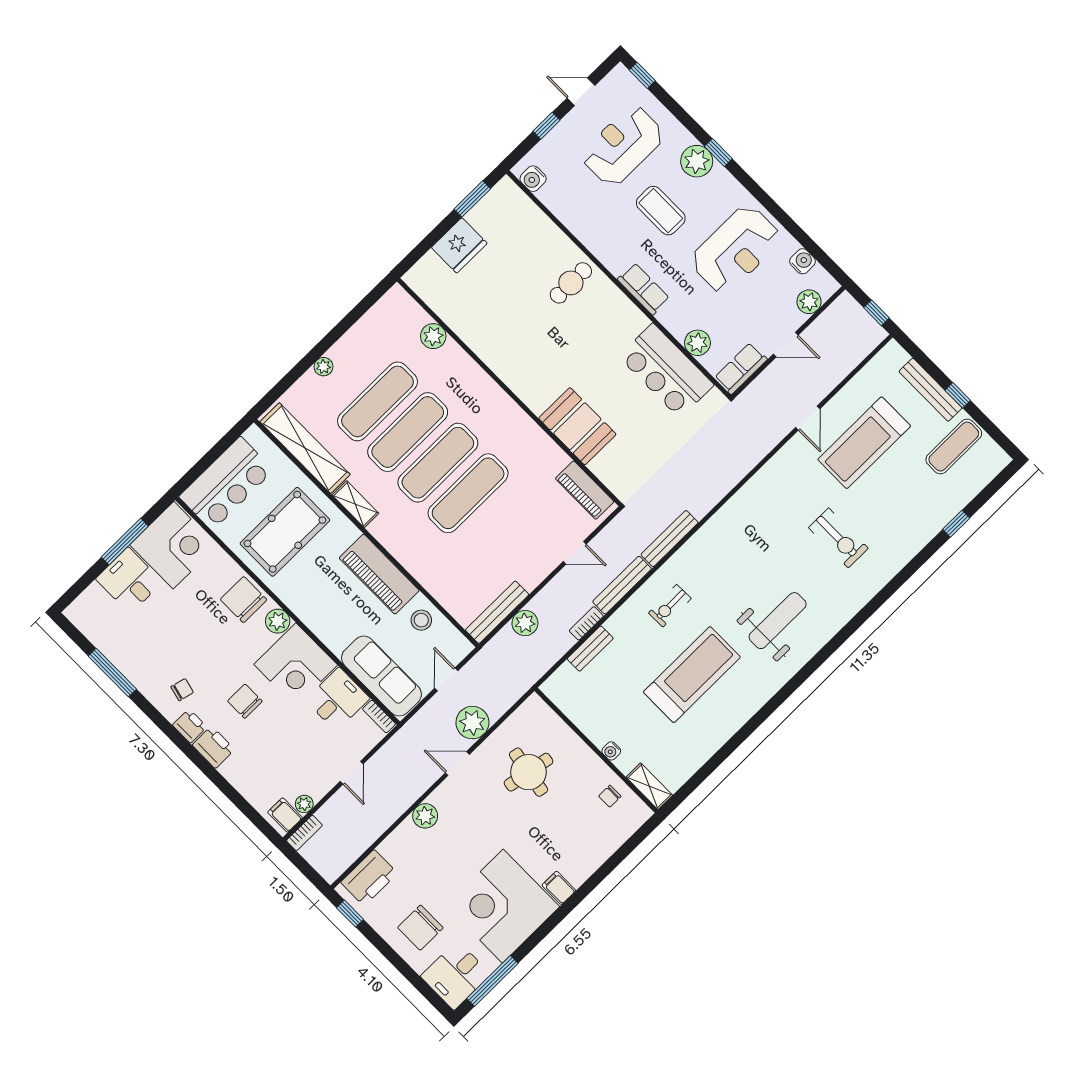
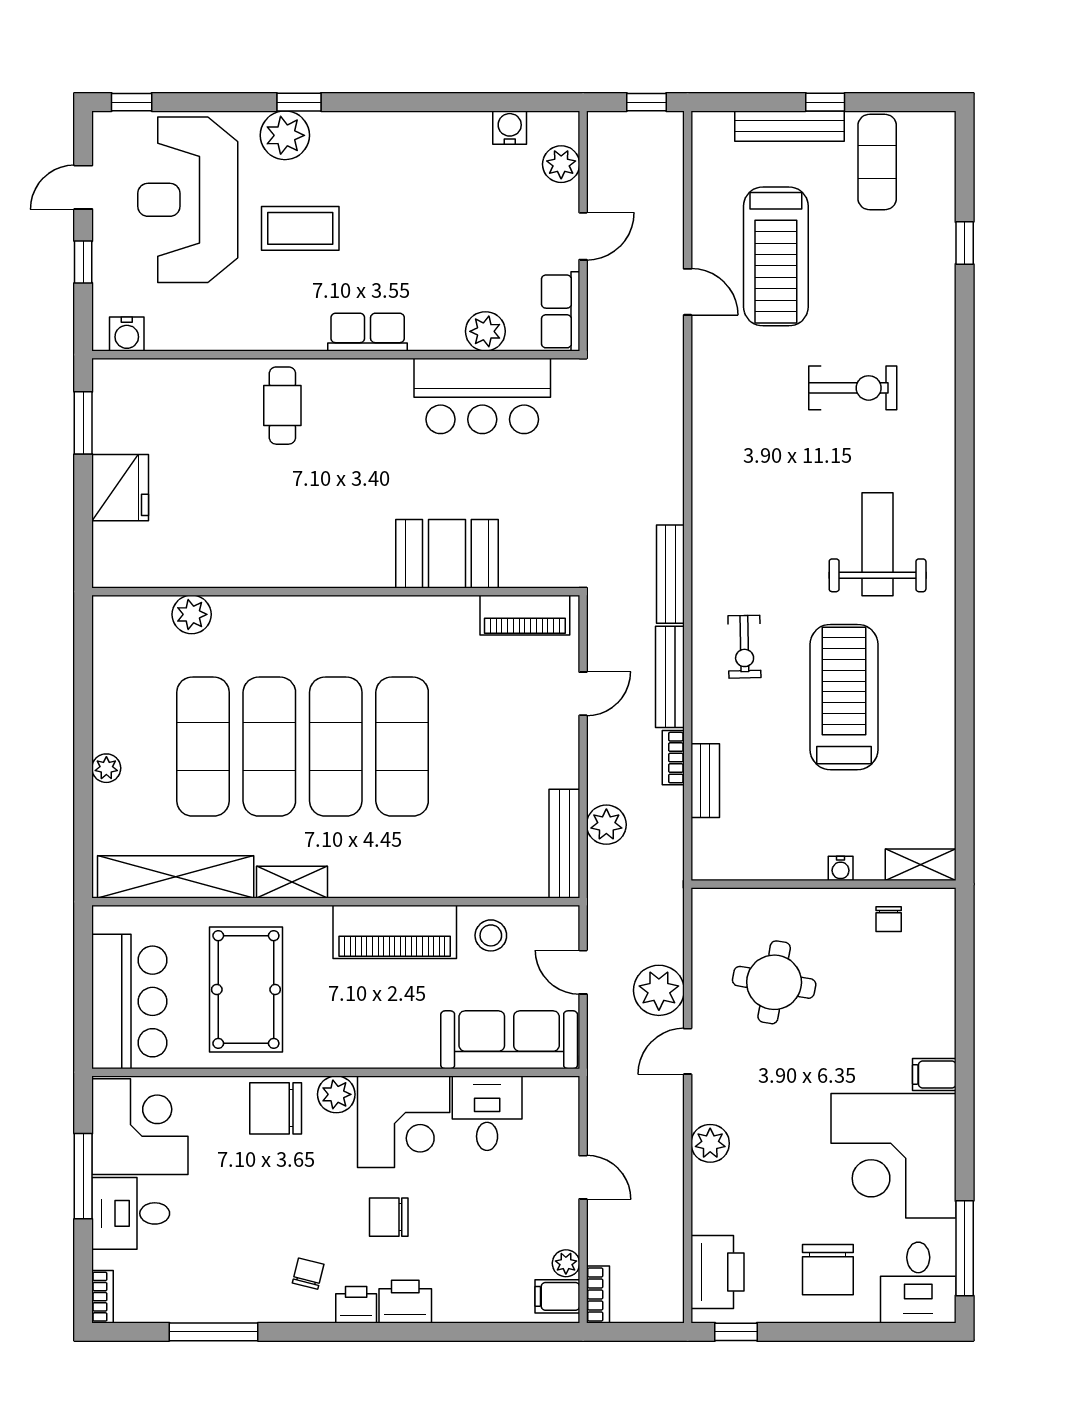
reception desk: (623, 146) -> (188, 200), width x1.36, depth x1.30
reception desk: (736, 249) -> (424, 188), removed
bookcase: (379, 717) -> (102, 1297), moved, turned -90

